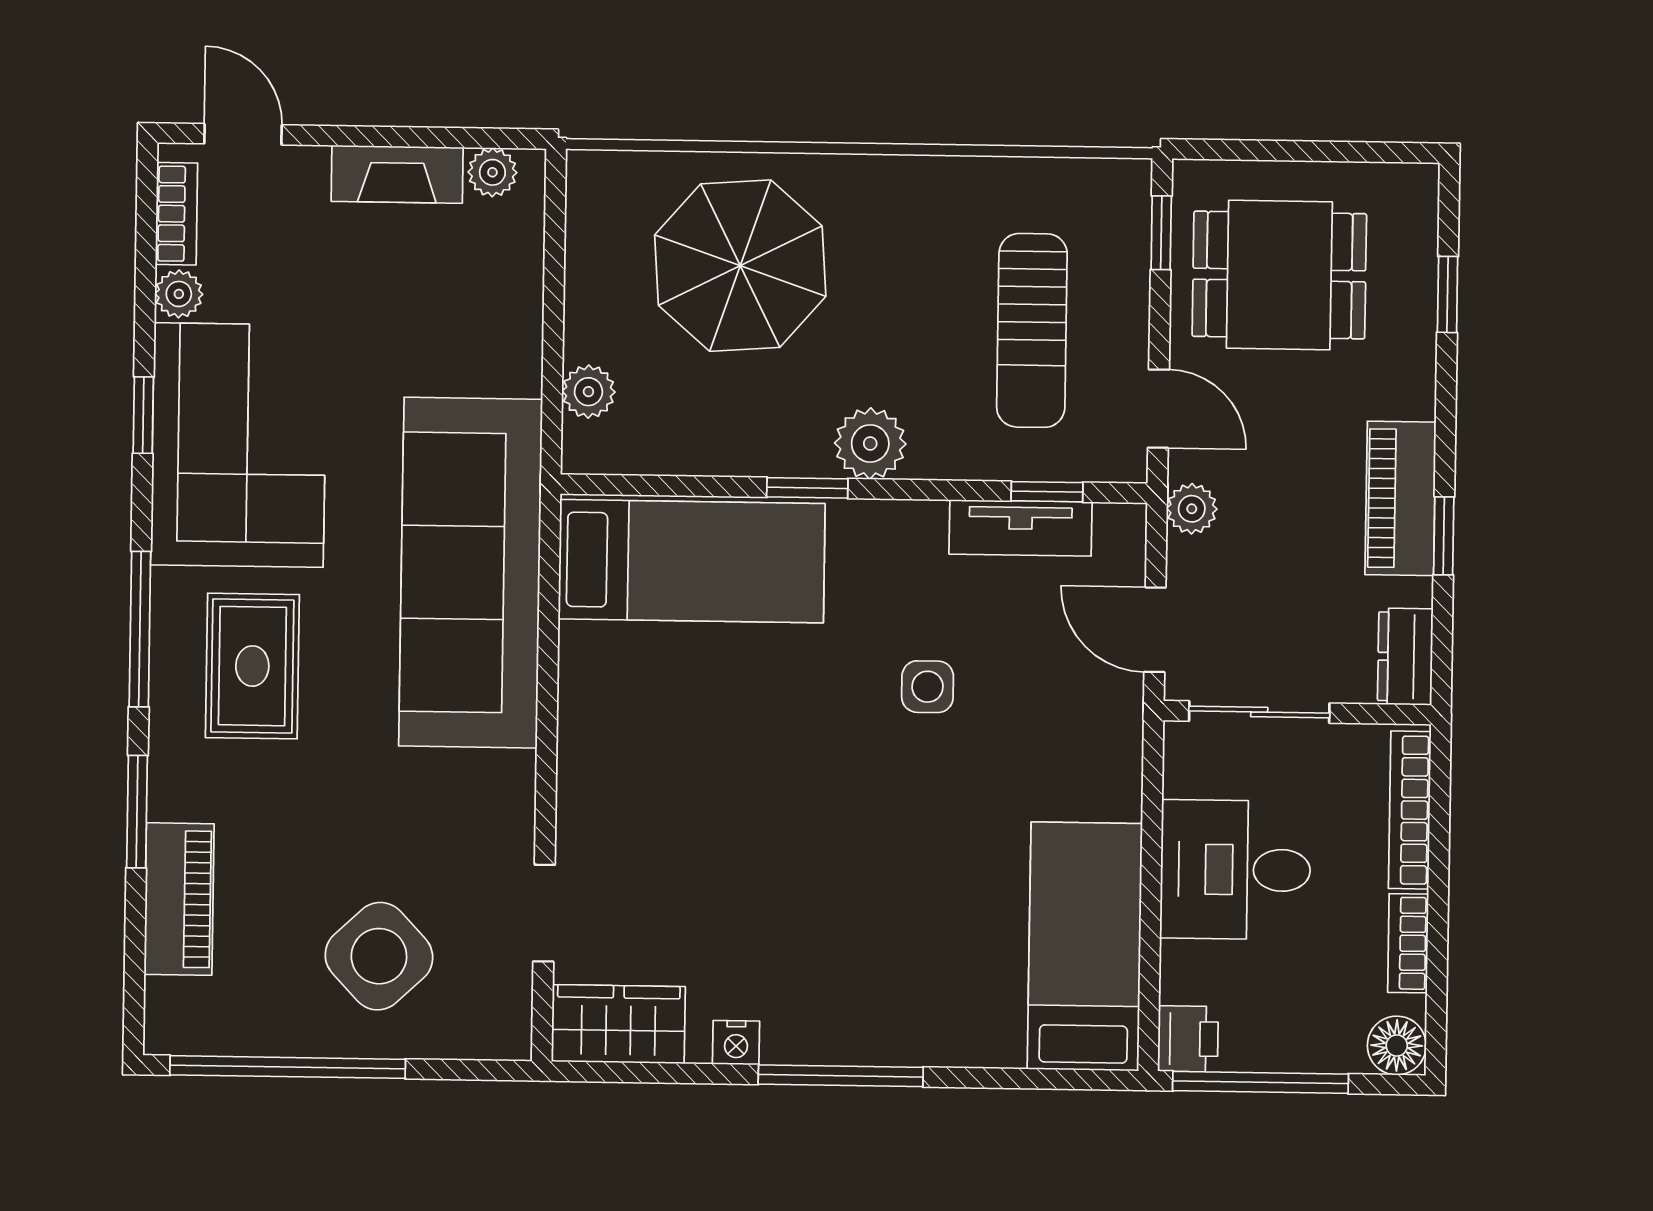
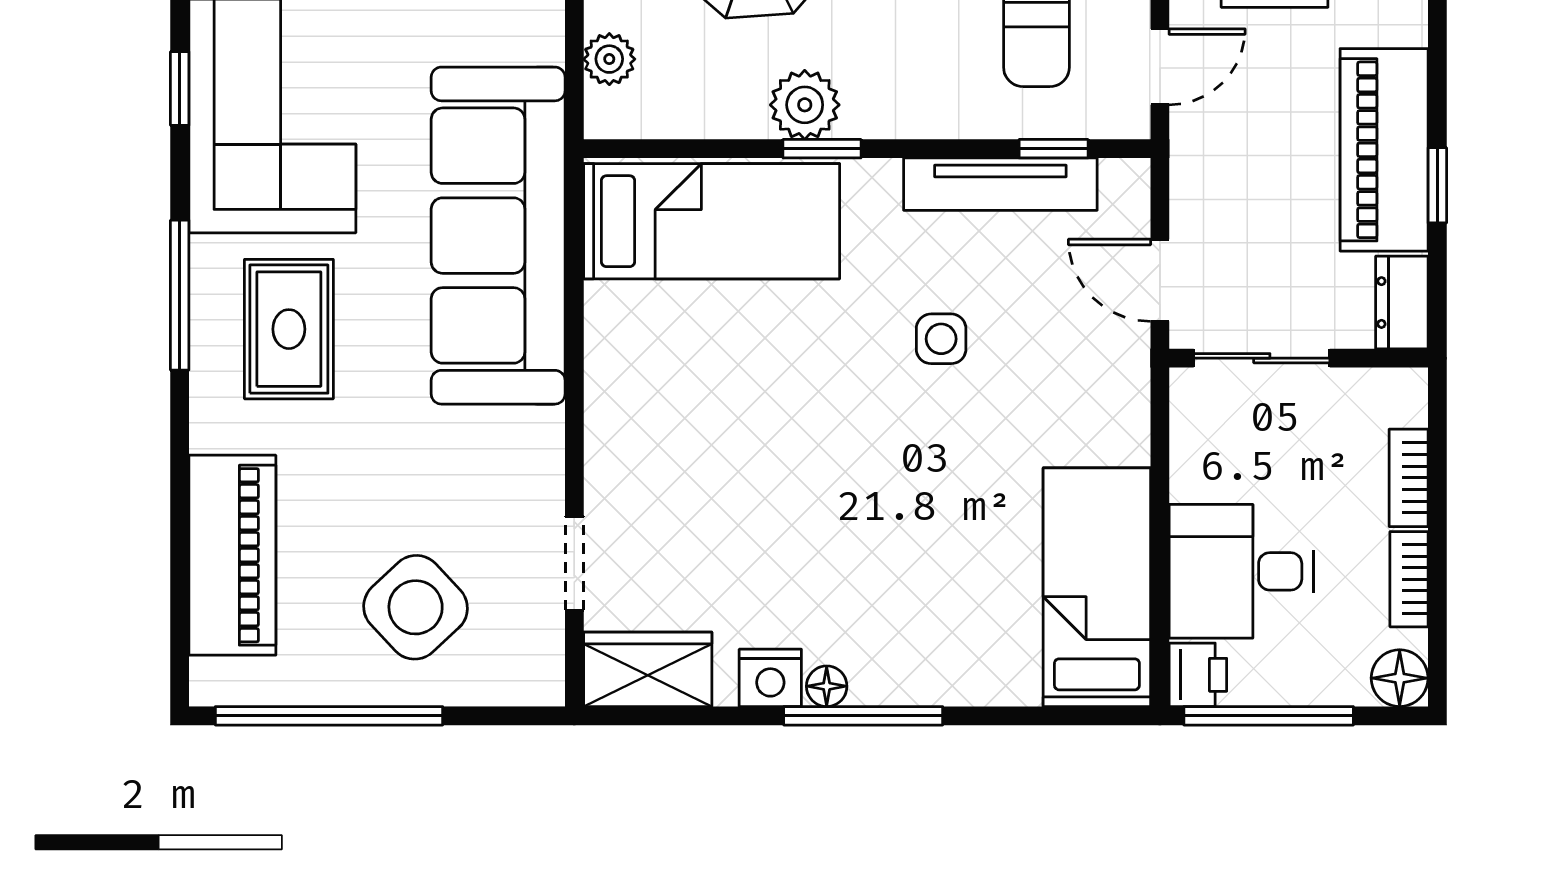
door: (1158, 409) -> (1160, 67), hinge flipped
plant: (870, 443) -> (805, 105), moved
piano: (1400, 498) -> (1384, 150), width x1.37, depth x1.33
plant: (1192, 509) -> (1194, 163), removed
tv unit: (1021, 528) -> (1000, 184), width x1.41
bookcase: (1410, 810) -> (1409, 478), width x0.64
window: (137, 812) -> (180, 471), removed
desk: (1235, 870) -> (1241, 571), moved
piano: (179, 899) -> (232, 555), width x1.37, depth x1.33
nightstand: (736, 1043) -> (770, 678), width x1.39, depth x1.35
floor lamp: (803, 1045) -> (827, 686), added

